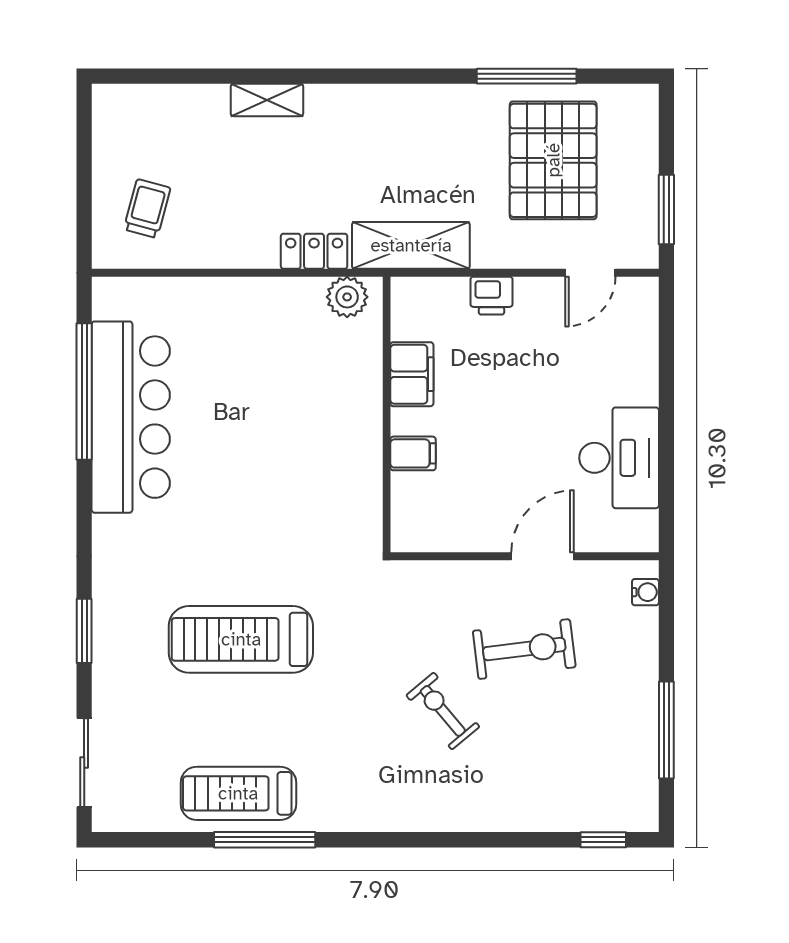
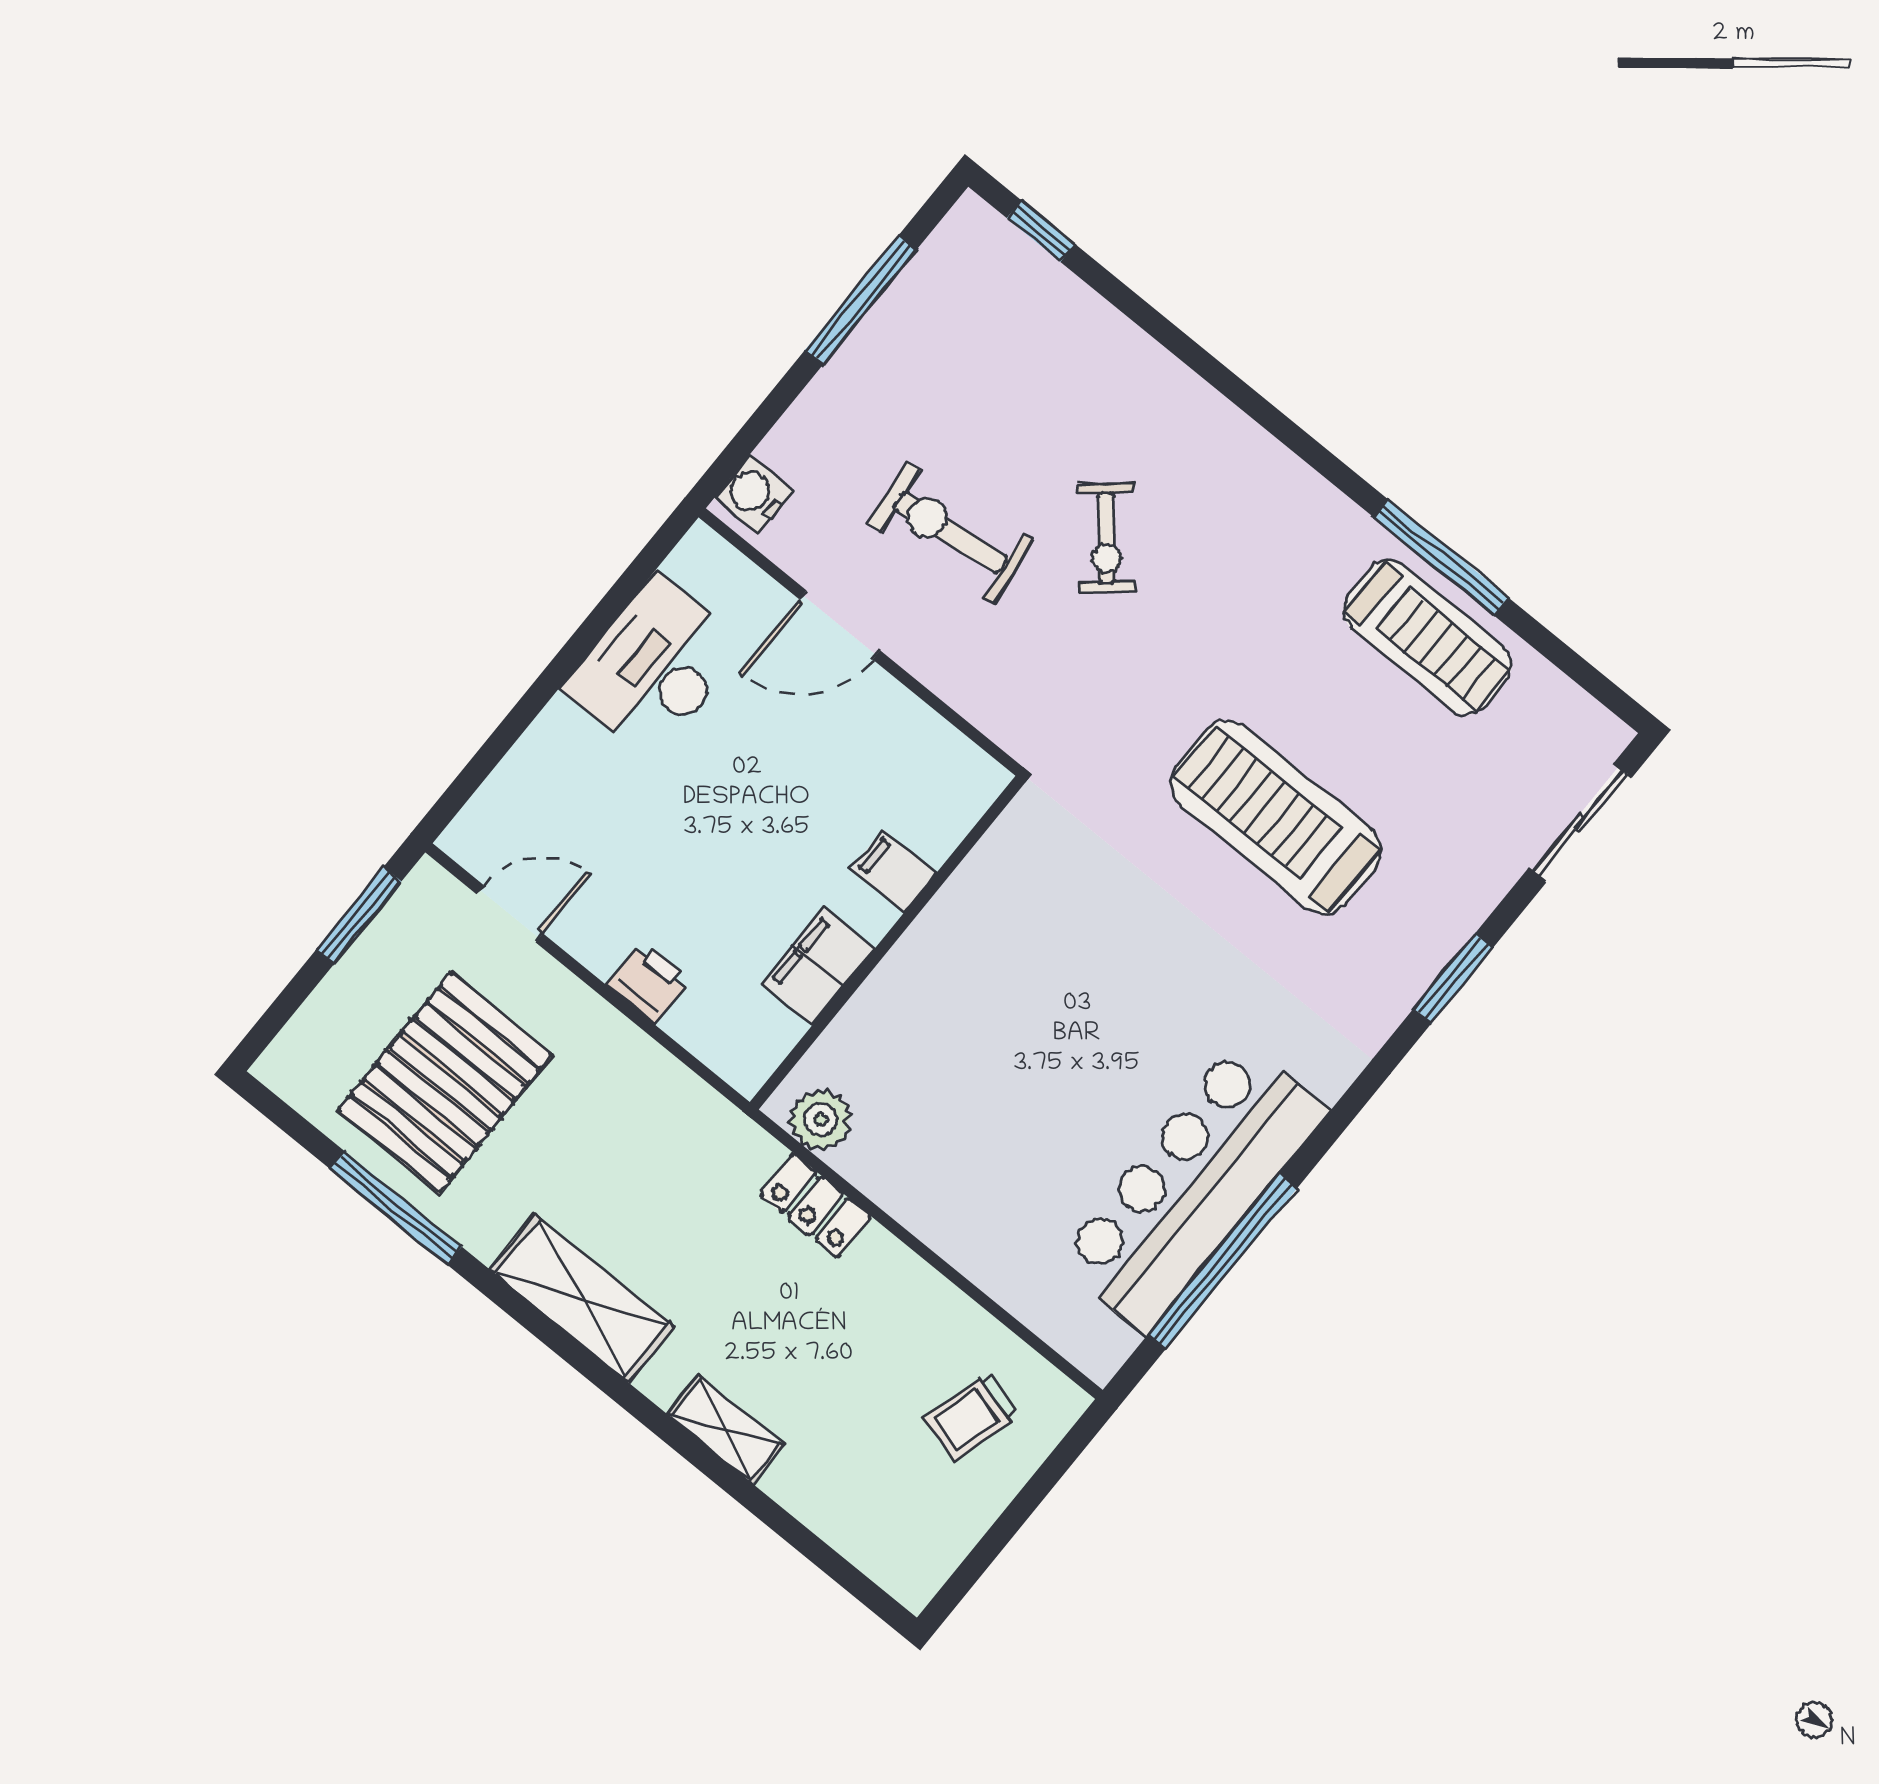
shelving: (411, 245) -> (582, 1298), moved
water cooler: (645, 592) -> (754, 494), width x1.38, depth x1.38
treadmill: (241, 639) -> (1276, 817), turned 180

